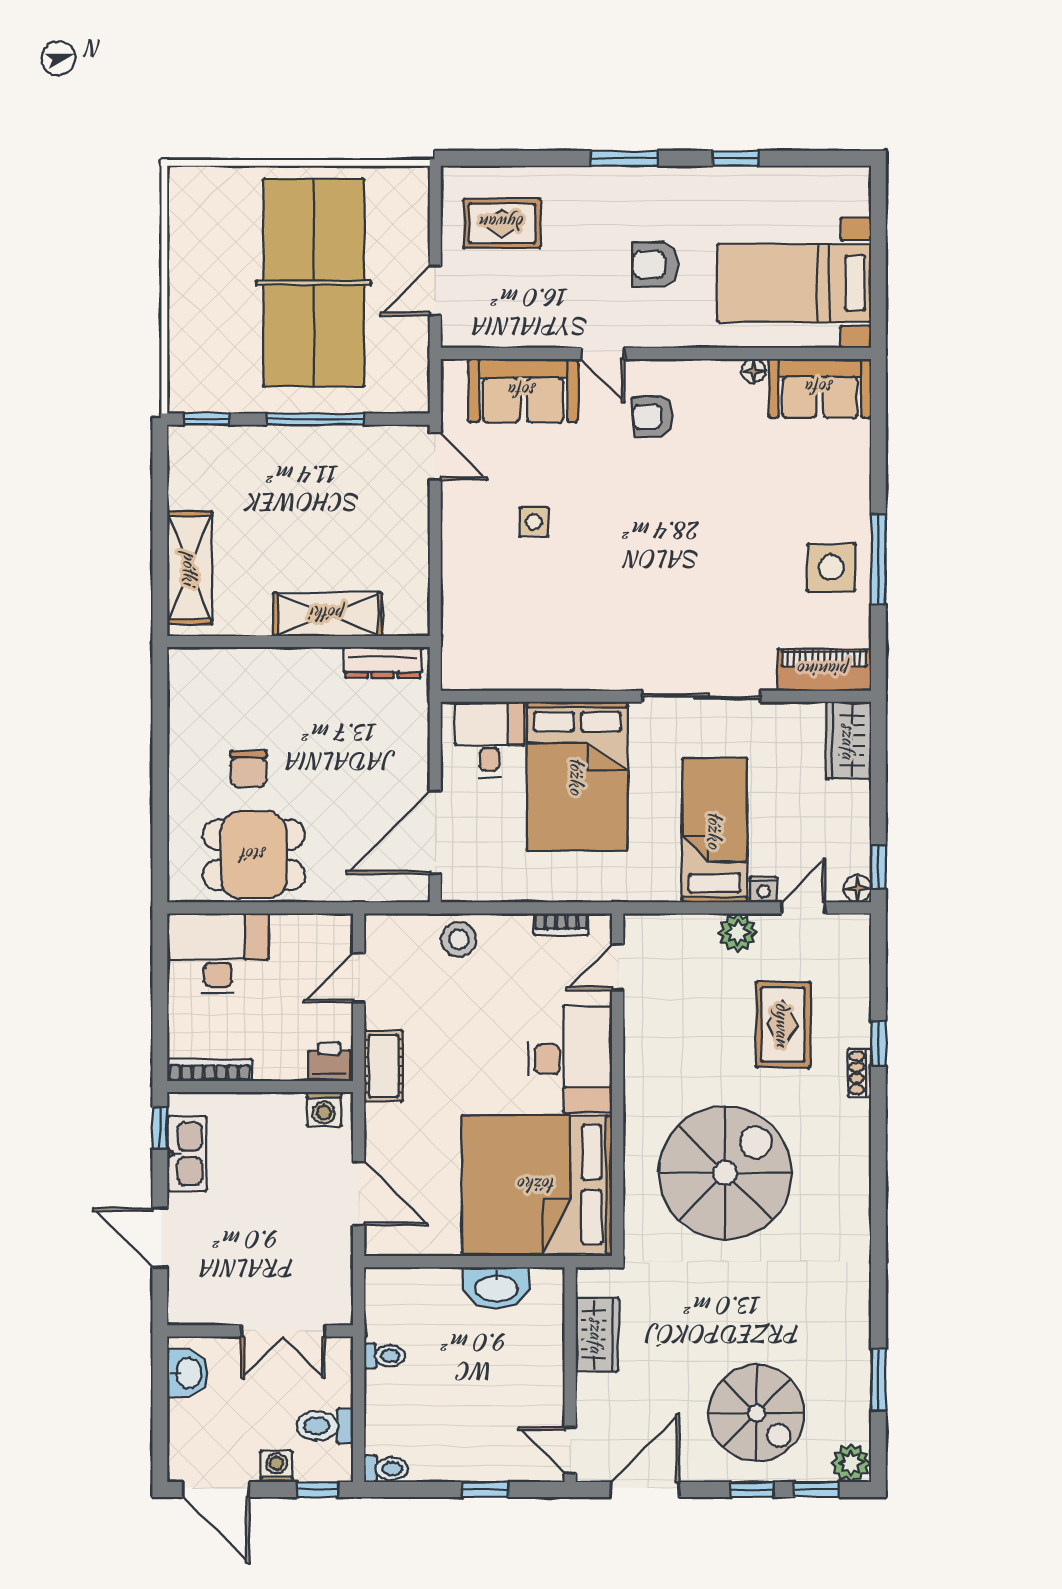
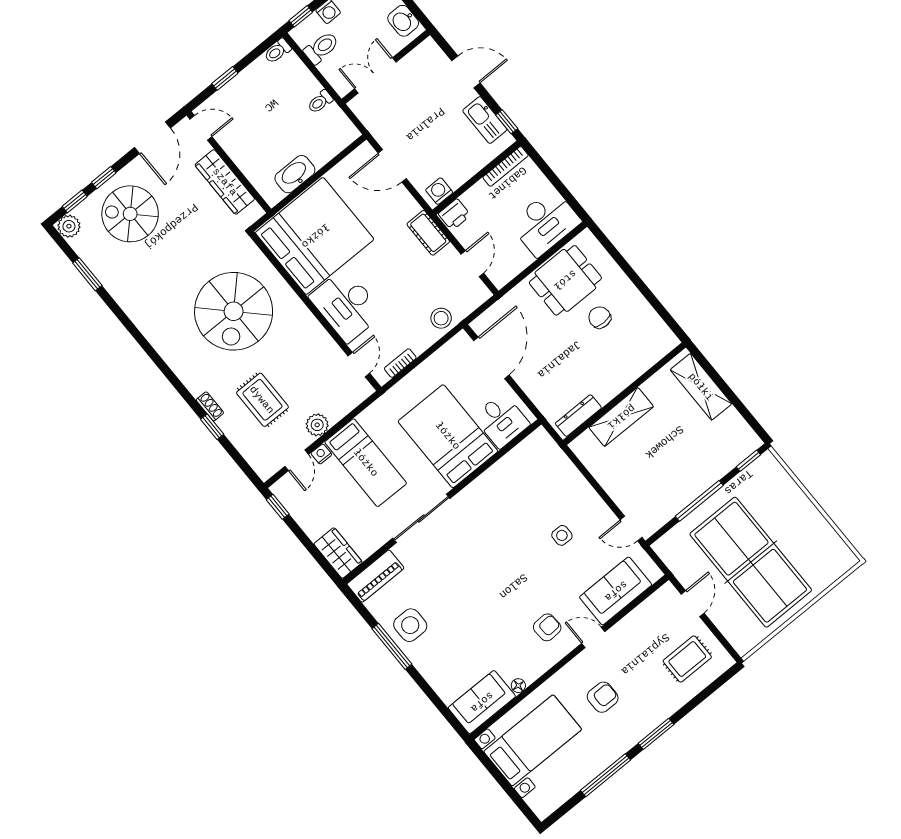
window: (735, 158) -> (606, 775), width x2.17
floor lamp: (857, 889) -> (279, 489), removed
wardrobe: (597, 1335) -> (225, 182), width x1.50

